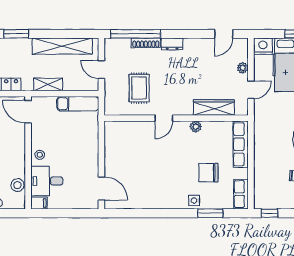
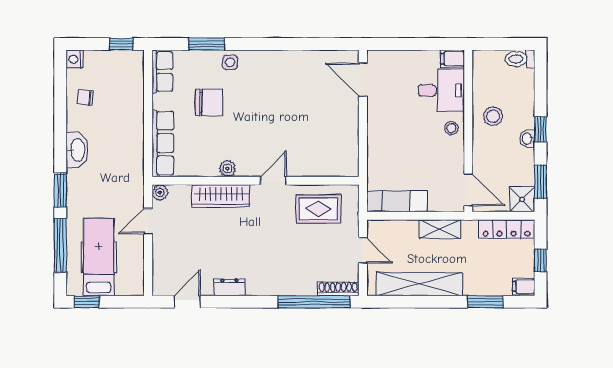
shoe rack: (146, 43) -> (338, 289), moved
dresser: (172, 44) -> (229, 287), moved
nightstand: (263, 46) -> (131, 284), removed
plant: (243, 68) -> (160, 193), moved
rug: (139, 88) -> (318, 209), moved, turned 90
wardrobe: (214, 107) -> (221, 196), moved
stool: (17, 185) -> (493, 116), moved

